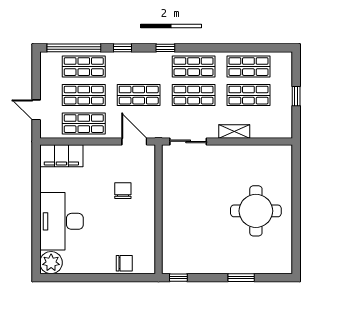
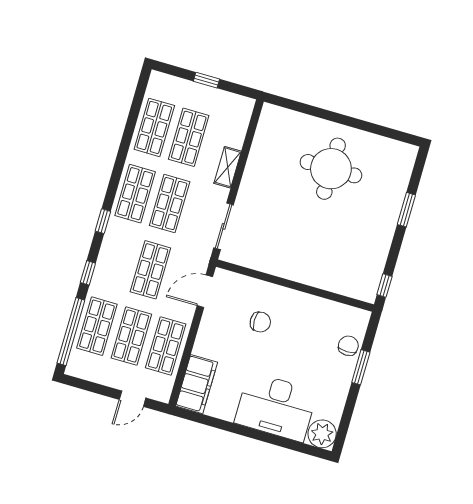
chair: (123, 191) -> (260, 322), turned 180
window: (110, 278) -> (361, 367), added

